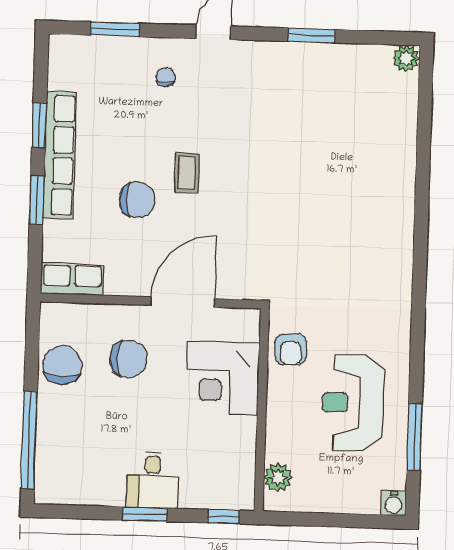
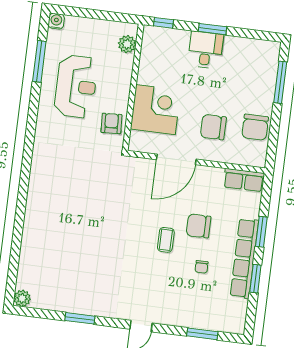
chair: (166, 77) -> (202, 267), moved
window: (29, 440) -> (280, 82), width x0.68

